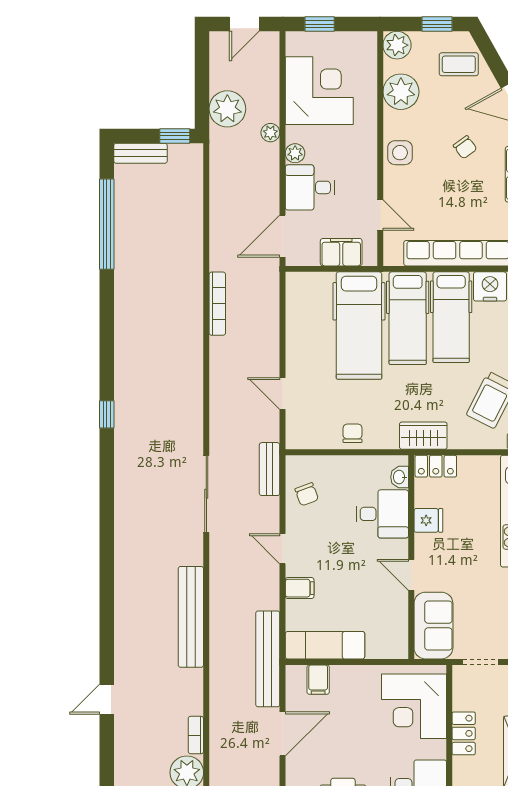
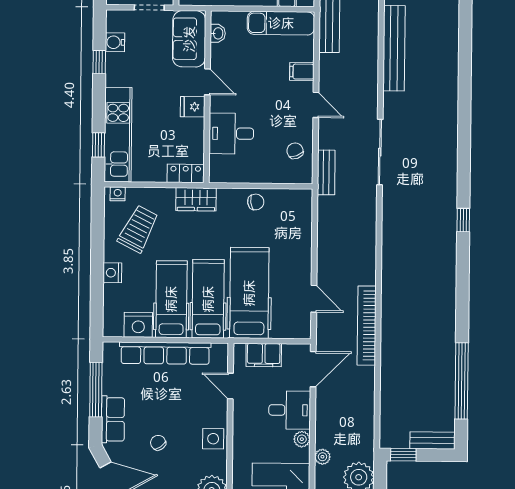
bookcase: (217, 304) -> (367, 326), width x1.48, depth x1.31
door: (283, 393) -> (314, 299), moved
chair: (353, 433) -> (256, 202), turned -99
washbasin: (400, 477) -> (218, 33), moved
fridge: (428, 520) -> (193, 107), moved

